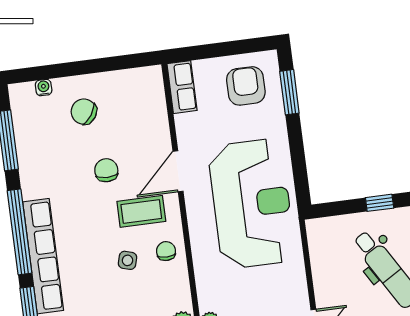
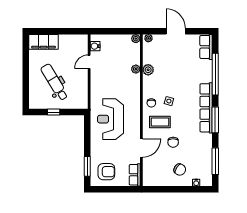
armchair: (246, 86) -> (106, 172), turned -90
door: (178, 171) -> (141, 148), moved
reception desk: (252, 204) -> (111, 119), width x0.74, depth x0.77
window: (20, 232) -> (215, 120), width x0.68

